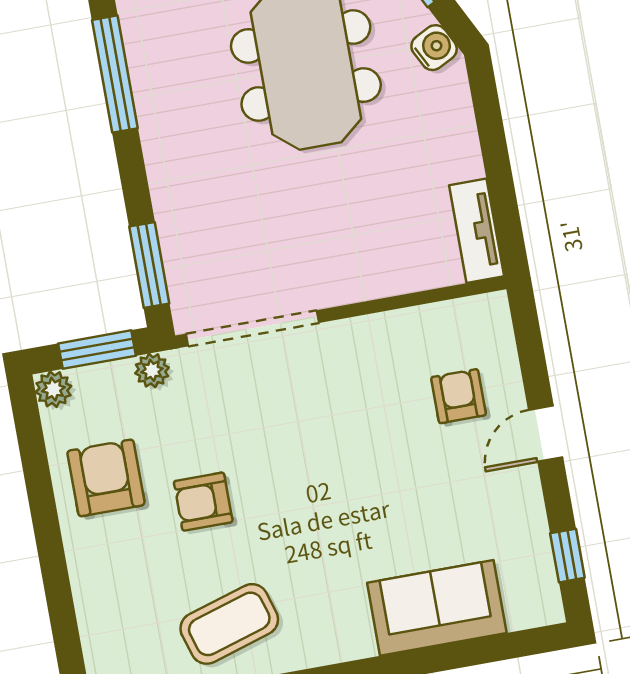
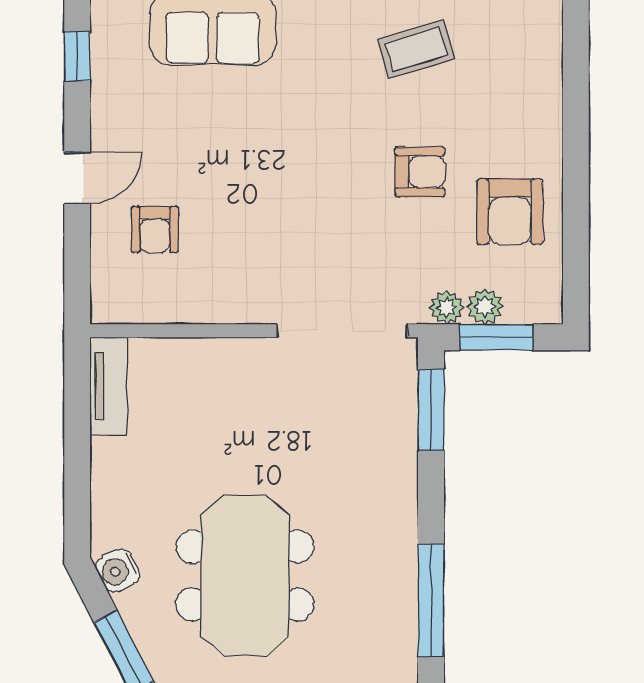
plant: (53, 389) -> (485, 307), moved
coffee table: (229, 624) -> (416, 49), width x0.73, depth x0.77

